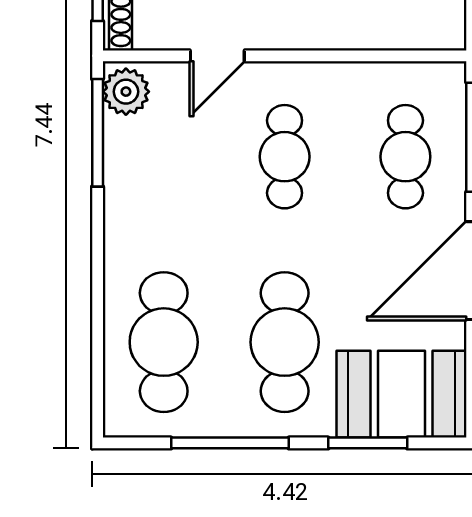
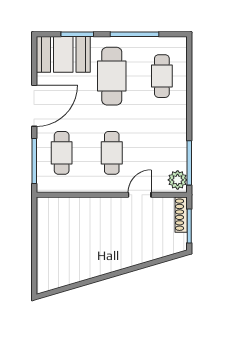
cafe table: (164, 342) -> (162, 76), width x0.73, depth x0.74

